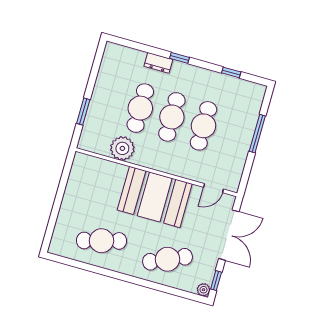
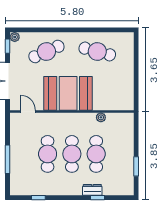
window: (179, 58) -> (97, 198), moved
window: (83, 112) -> (136, 166), moved
plant: (122, 148) -> (101, 117), width x0.53, depth x0.53
door: (213, 188) -> (28, 111), hinge flipped
cafe table: (102, 241) -> (97, 52), turned 30

